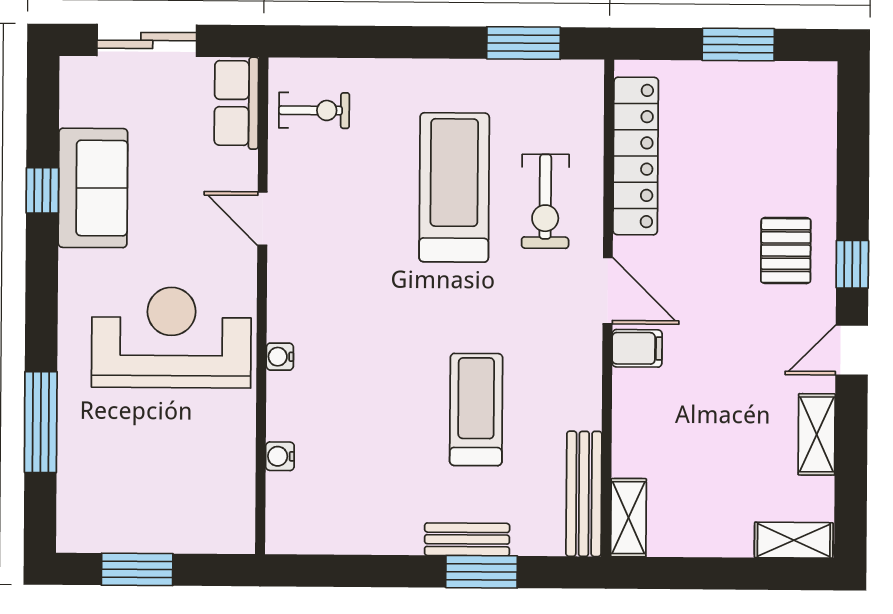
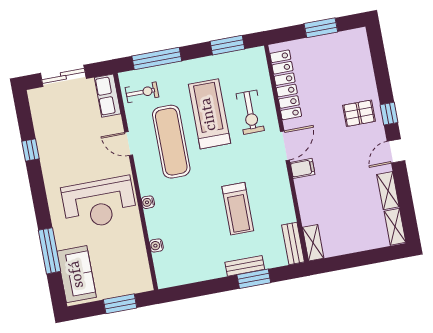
window: (361, 42) -> (157, 58), added
sofa: (93, 188) -> (77, 274), moved
exercise mat: (358, 233) -> (171, 142), added
pallet: (786, 251) -> (359, 113), turned 90
door: (608, 291) -> (285, 146), hinge flipped
reception desk: (171, 338) -> (99, 203), turned 180
treadmill: (476, 409) -> (238, 209), turned 180
bench: (584, 494) -> (293, 243), width x0.73
shelving: (794, 540) -> (395, 227), moved, turned 90
window: (137, 569) -> (120, 304), moved

